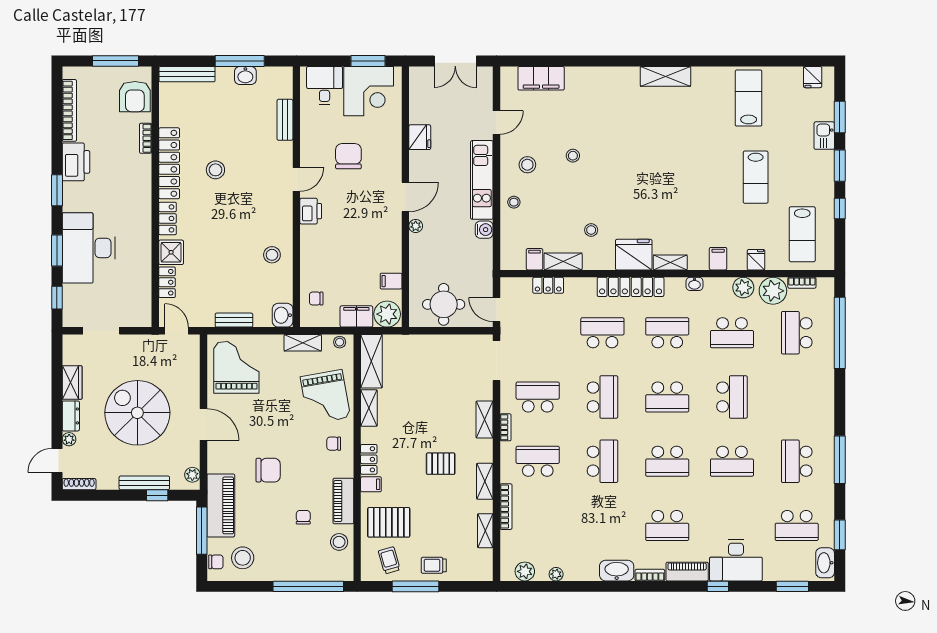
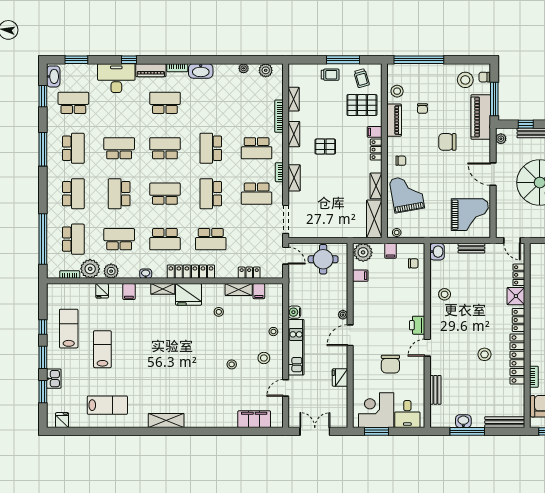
lab bench: (749, 98) -> (107, 405), turned -90
lab bench: (802, 234) -> (69, 329), moved
filing cabinet: (356, 316) -> (391, 251), width x0.50
shelving: (303, 343) -> (423, 232), removed
grand piano: (236, 367) -> (470, 215), turned -90
school desk: (797, 397) -> (73, 194), added

